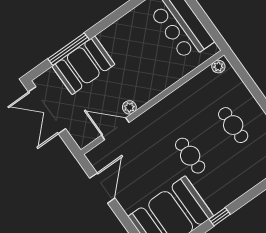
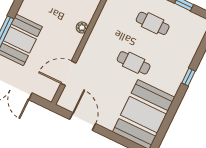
plant: (129, 107) -> (82, 27), moved
window: (220, 217) -> (188, 77), moved

